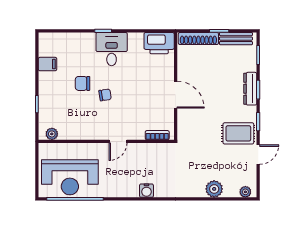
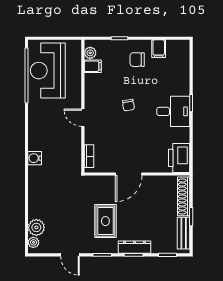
chair: (83, 83) -> (137, 60), moved, turned -90
filing cabinet: (65, 131) -> (93, 66), added
rug: (238, 133) -> (105, 221), moved
plant: (214, 189) -> (36, 227), moved
water cooler: (146, 191) -> (35, 158), moved

